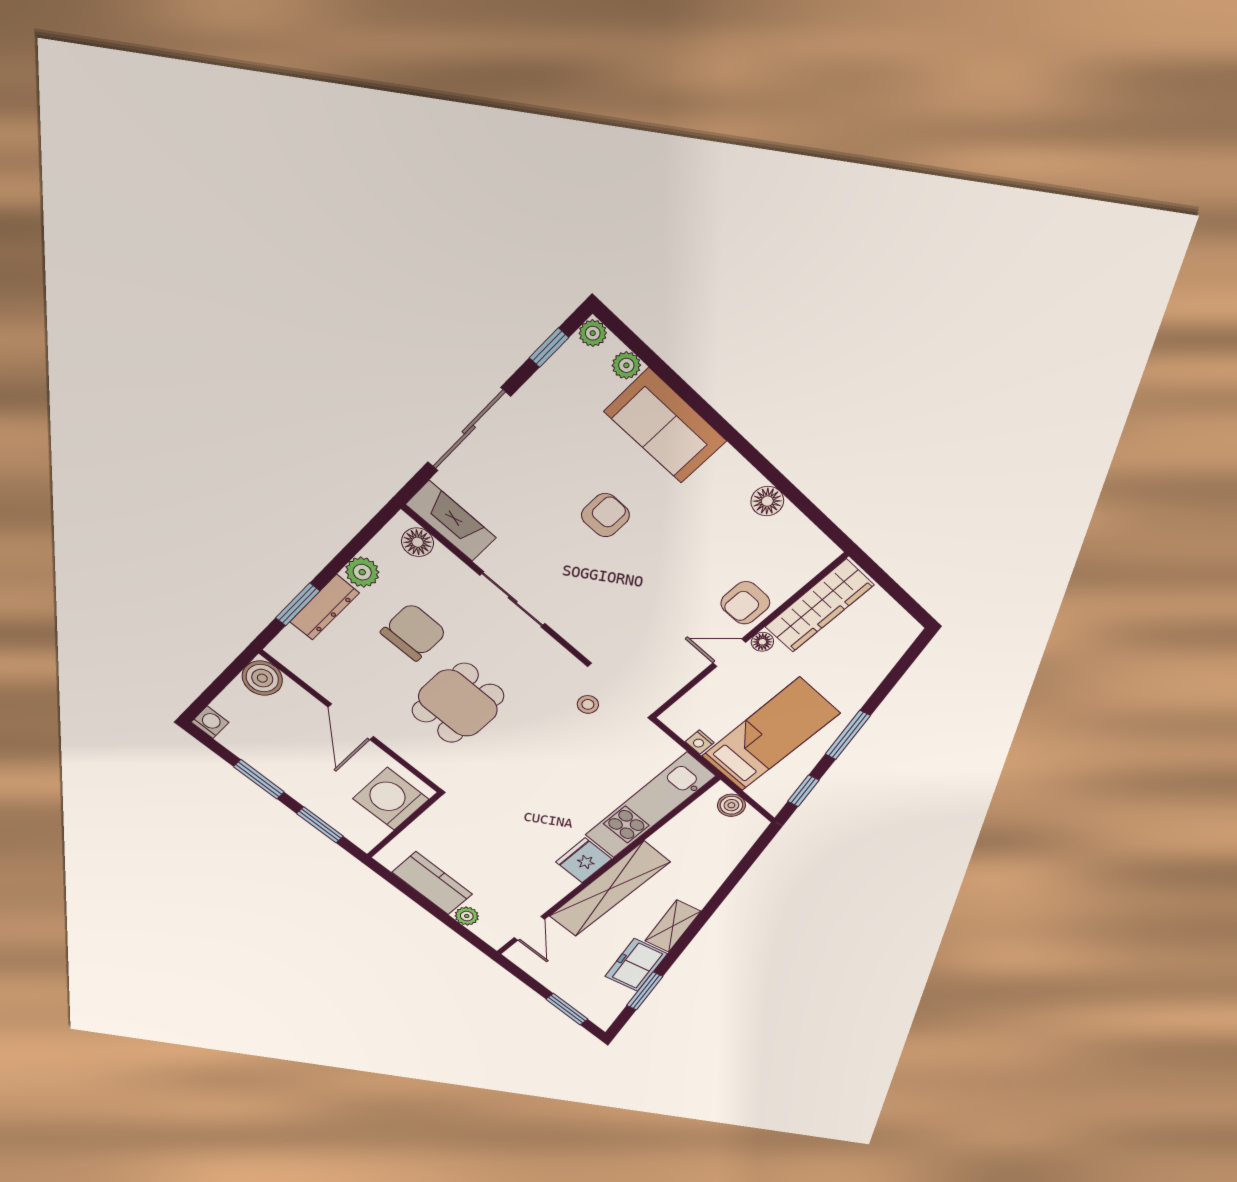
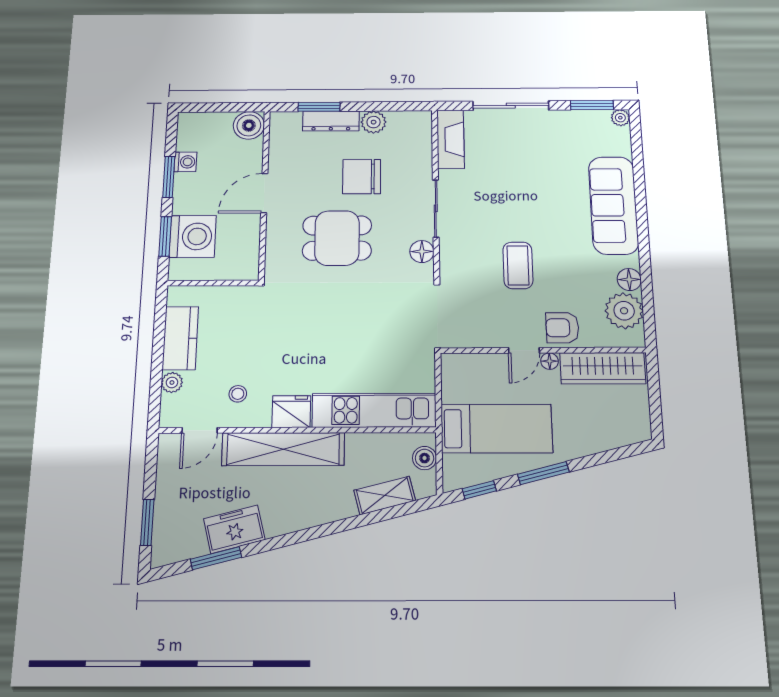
window: (549, 348) -> (592, 105), width x1.50
plant: (626, 365) -> (624, 311), moved, width x1.87, depth x1.87
sofa: (665, 426) -> (613, 205), width x1.36
armchair: (605, 515) -> (535, 209), removed
floor lamp: (418, 542) -> (422, 252), moved
coffee table: (645, 583) -> (518, 265), added
chair: (414, 632) -> (362, 177), turned 180
door: (729, 653) -> (524, 350), swing flipped
stool: (588, 704) -> (238, 394), moved
washing machine: (210, 722) -> (185, 162), moved
nightstand: (700, 742) -> (449, 394), removed
washing machine: (391, 799) -> (193, 236), moved, turned 90
shelving: (673, 926) -> (385, 495), moved

